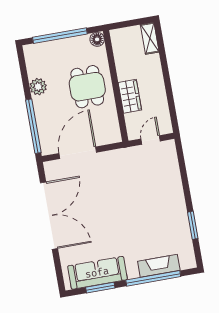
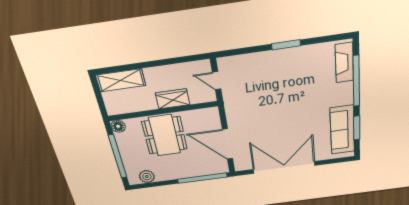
shelving: (150, 38) -> (121, 80), width x1.50, depth x1.33
plant: (38, 87) -> (147, 177), moved
dining table: (87, 87) -> (165, 135), width x1.38
window: (193, 225) -> (286, 45), moved
fireplace: (159, 266) -> (344, 63), moved

